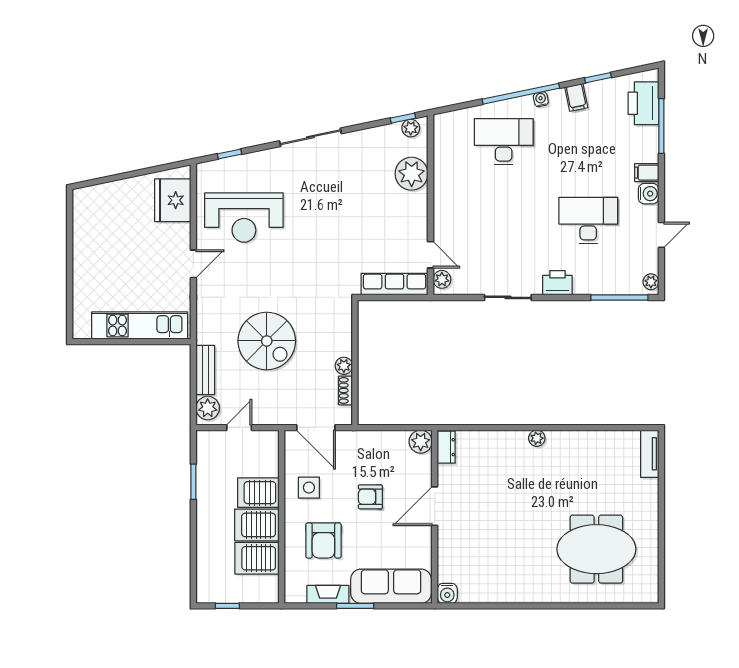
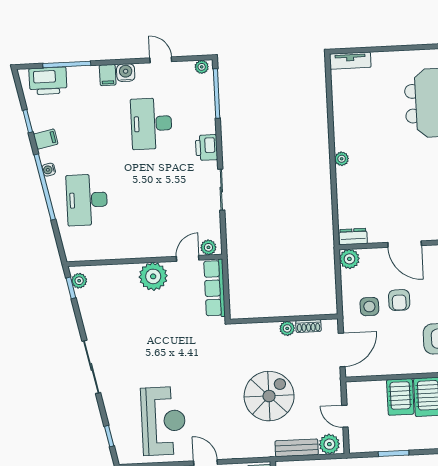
plant: (412, 174) -> (153, 276), moved
side table: (309, 488) -> (369, 307), moved

